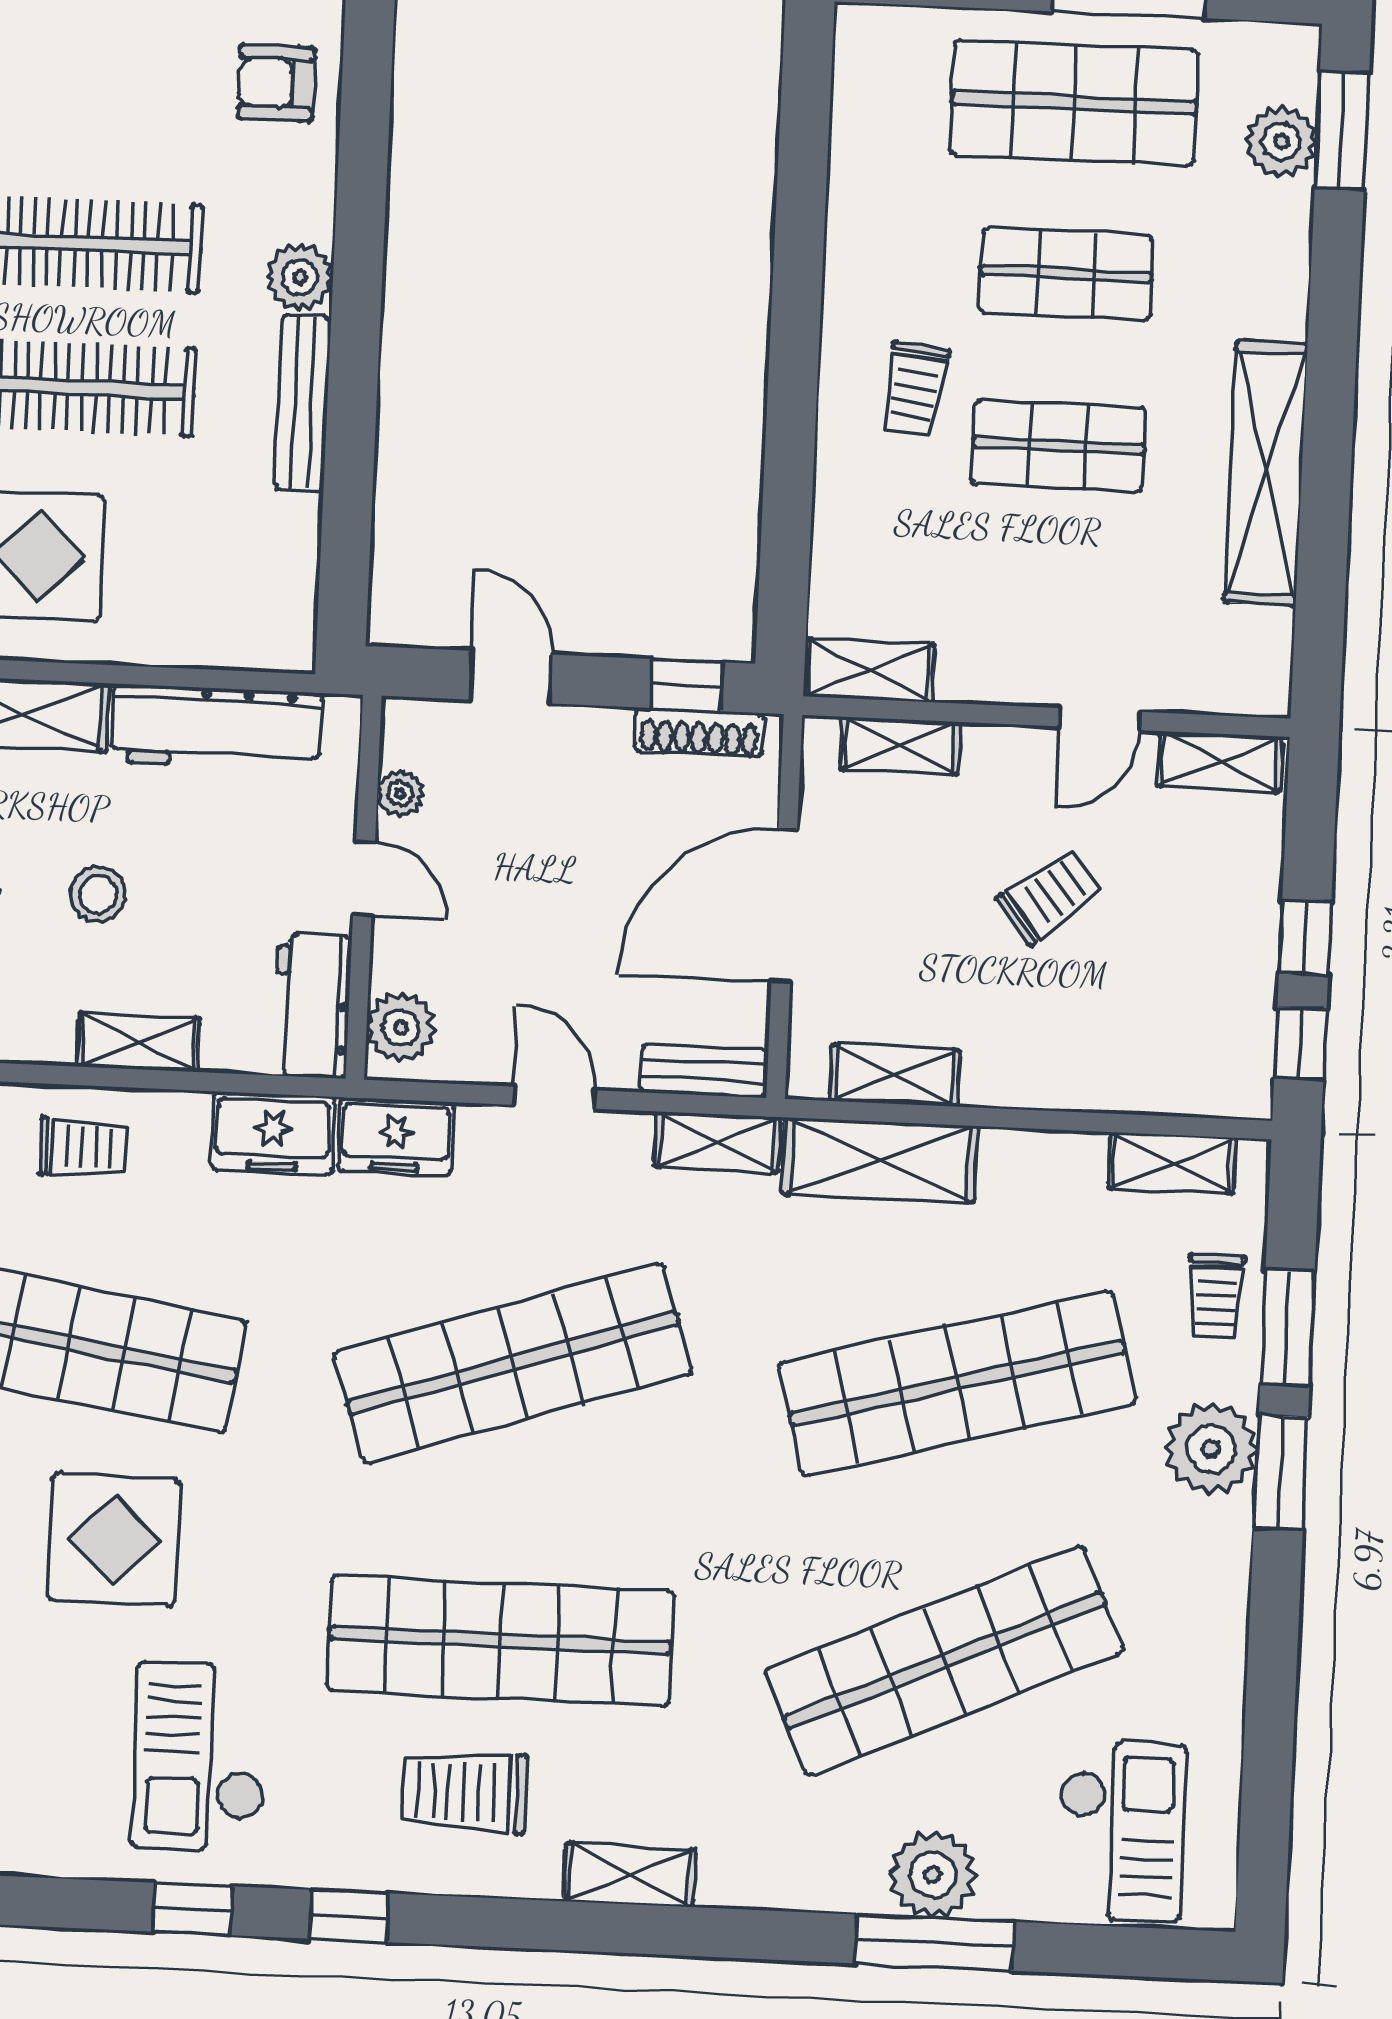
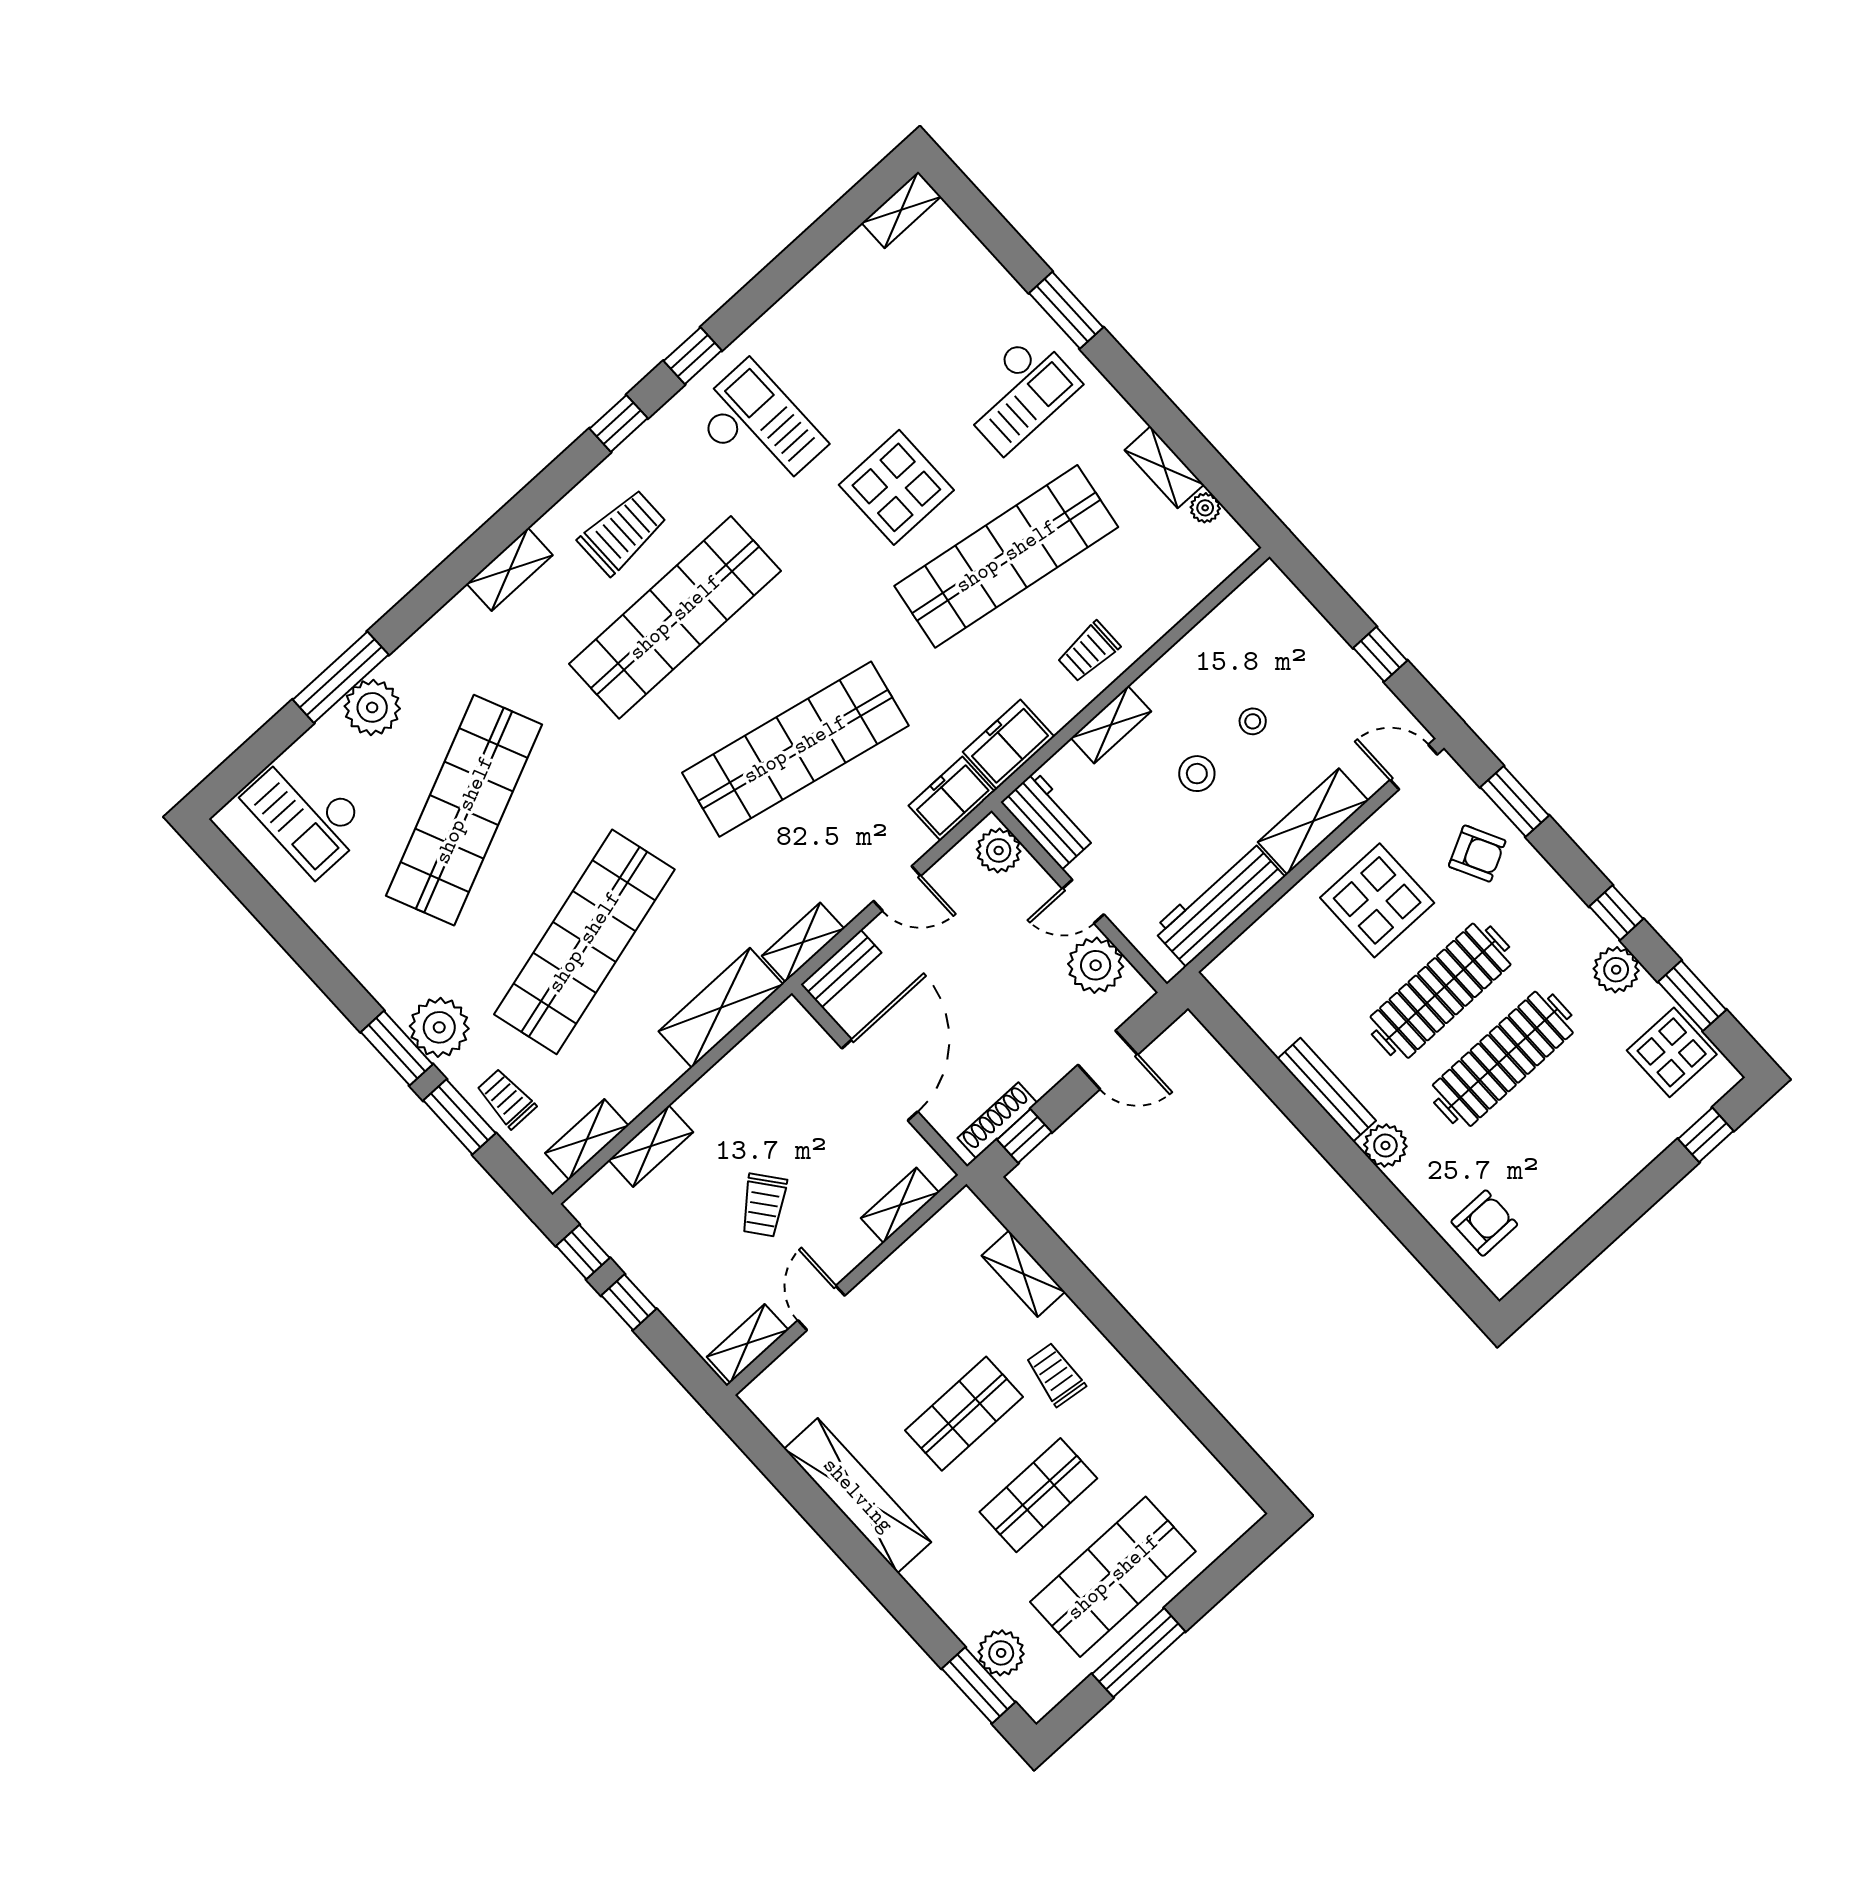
shelving: (869, 670) -> (1023, 1274), moved, turned 90
plant: (400, 794) -> (1096, 965), width x1.88, depth x1.88
shelving: (895, 1075) -> (651, 1146), moved
shop shelf: (513, 1363) -> (795, 749), turned 30

